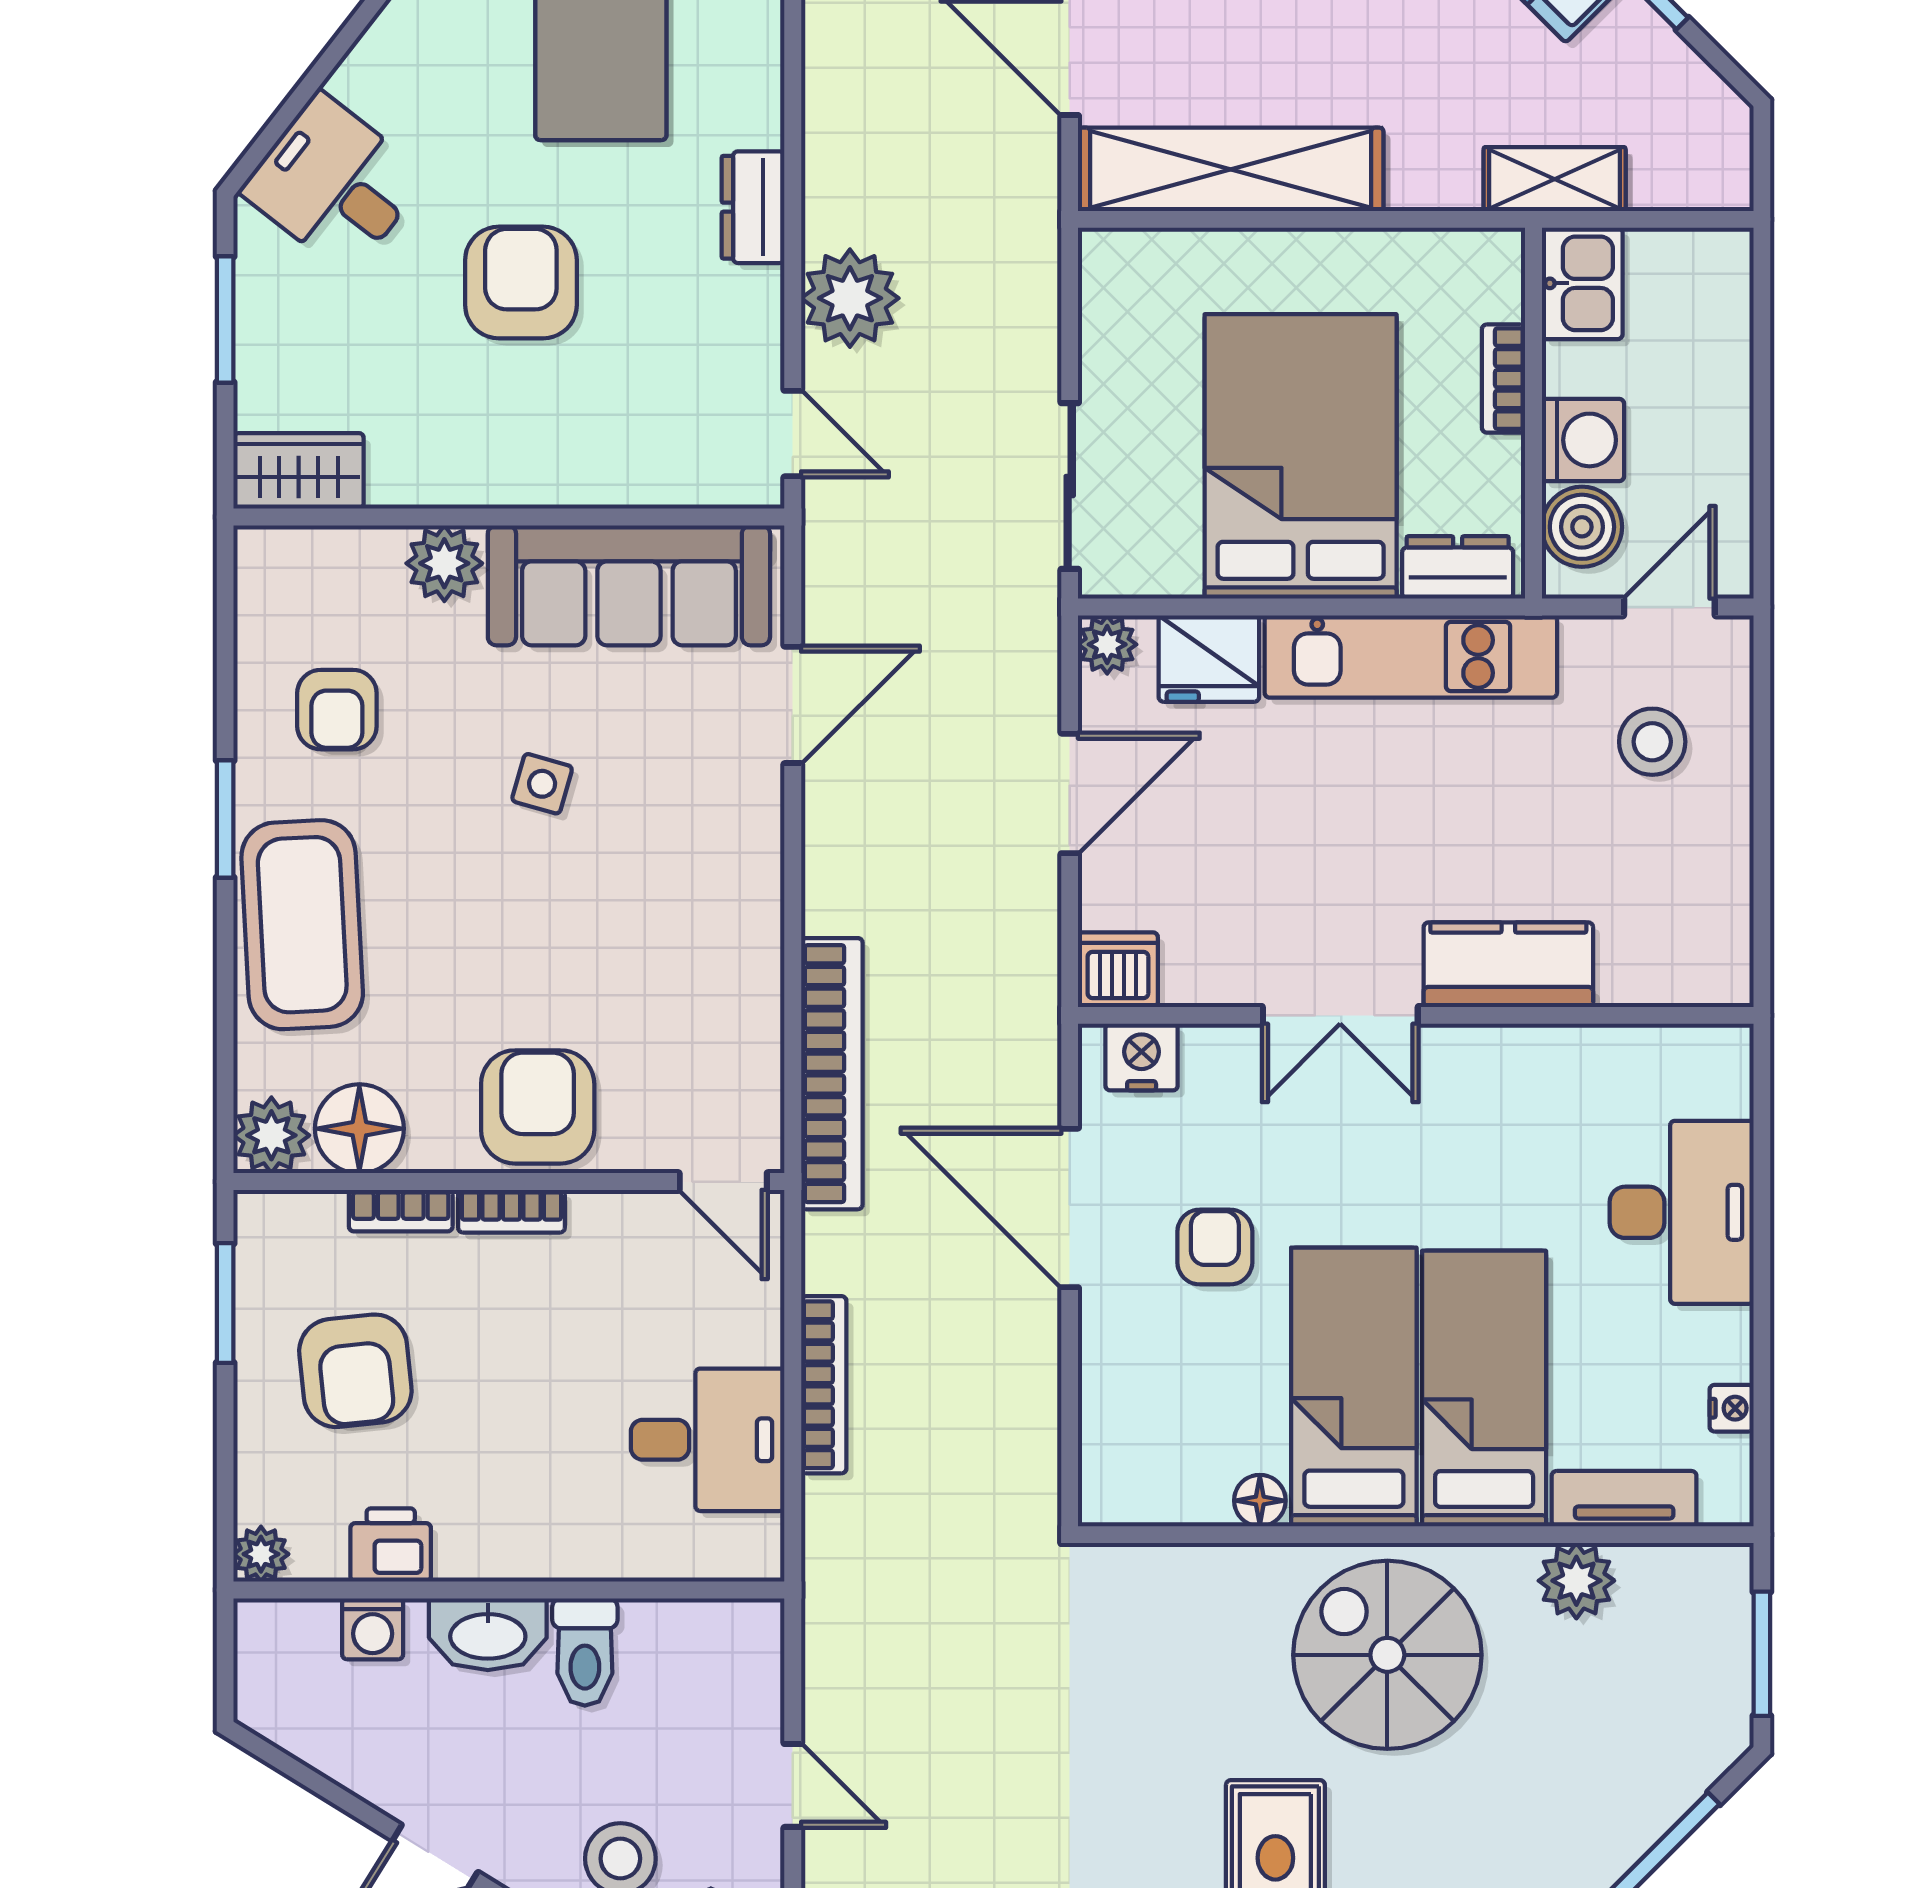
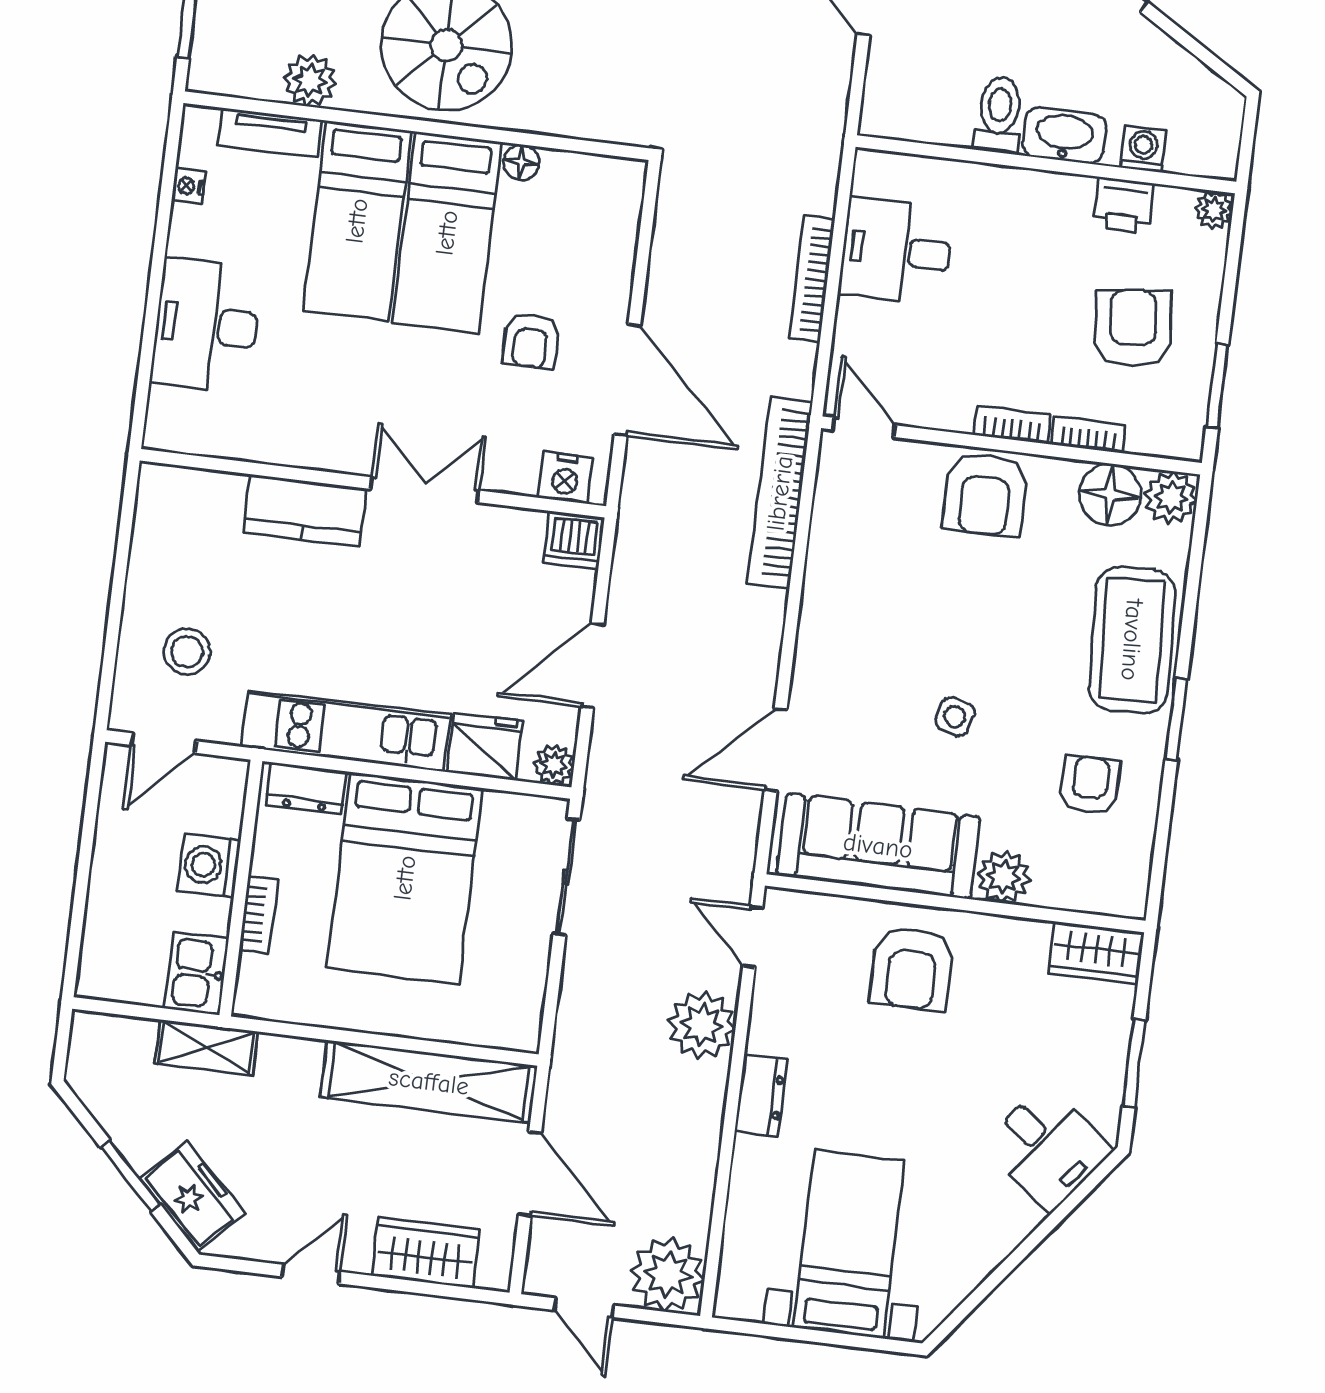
armchair: (521, 283) -> (912, 969), moved
boiler: (1582, 527) -> (217, 806), removed

